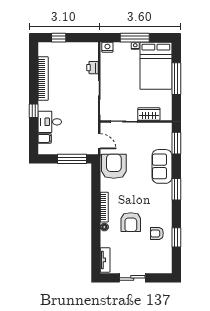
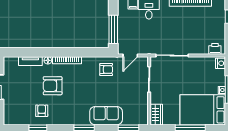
printer: (92, 68) -> (215, 49), moved
wardrobe: (149, 114) -> (156, 115), moved
armchair: (114, 166) -> (106, 69), width x0.53, depth x0.53
tv unit: (105, 260) -> (30, 61), moved

